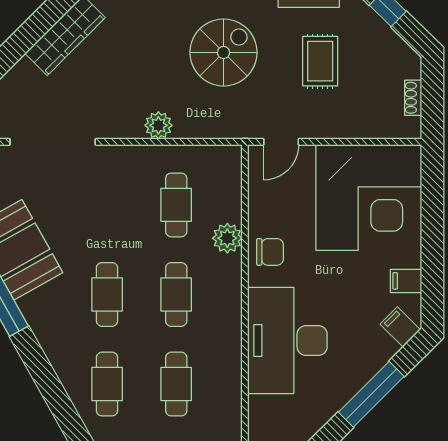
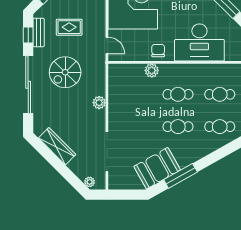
spiral stairs: (224, 52) -> (65, 72), turned -90
cafe table: (176, 205) -> (136, 94), removed

